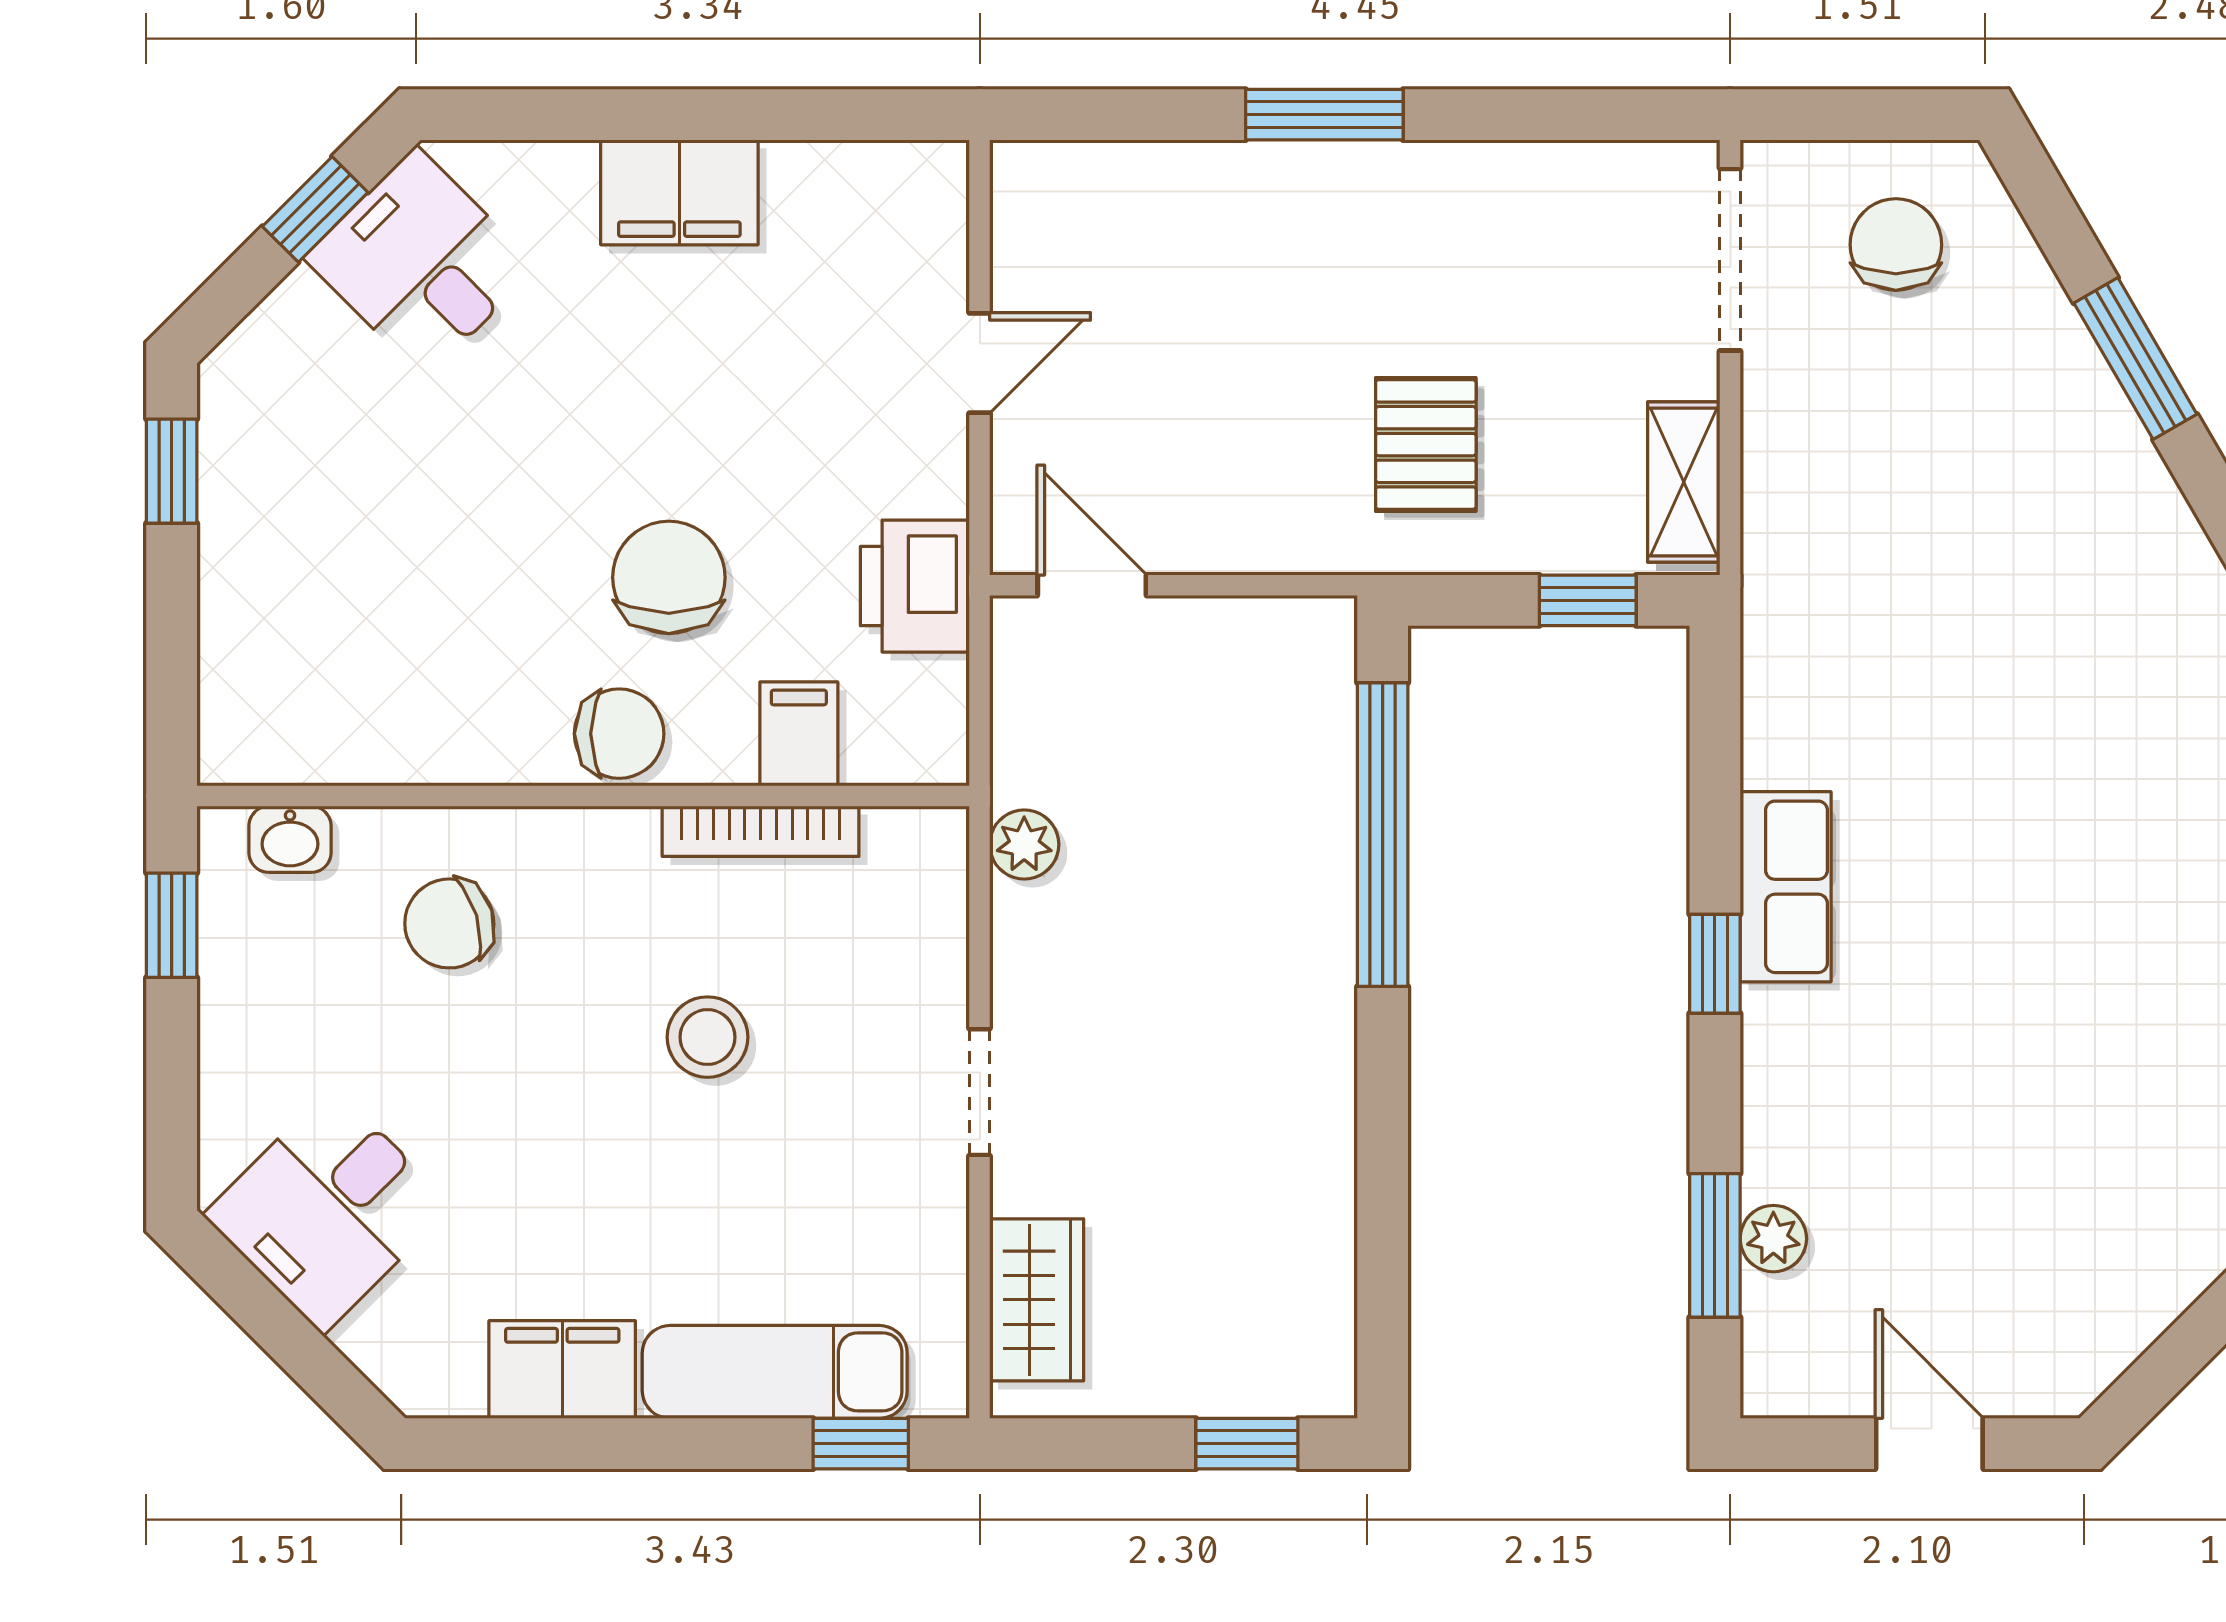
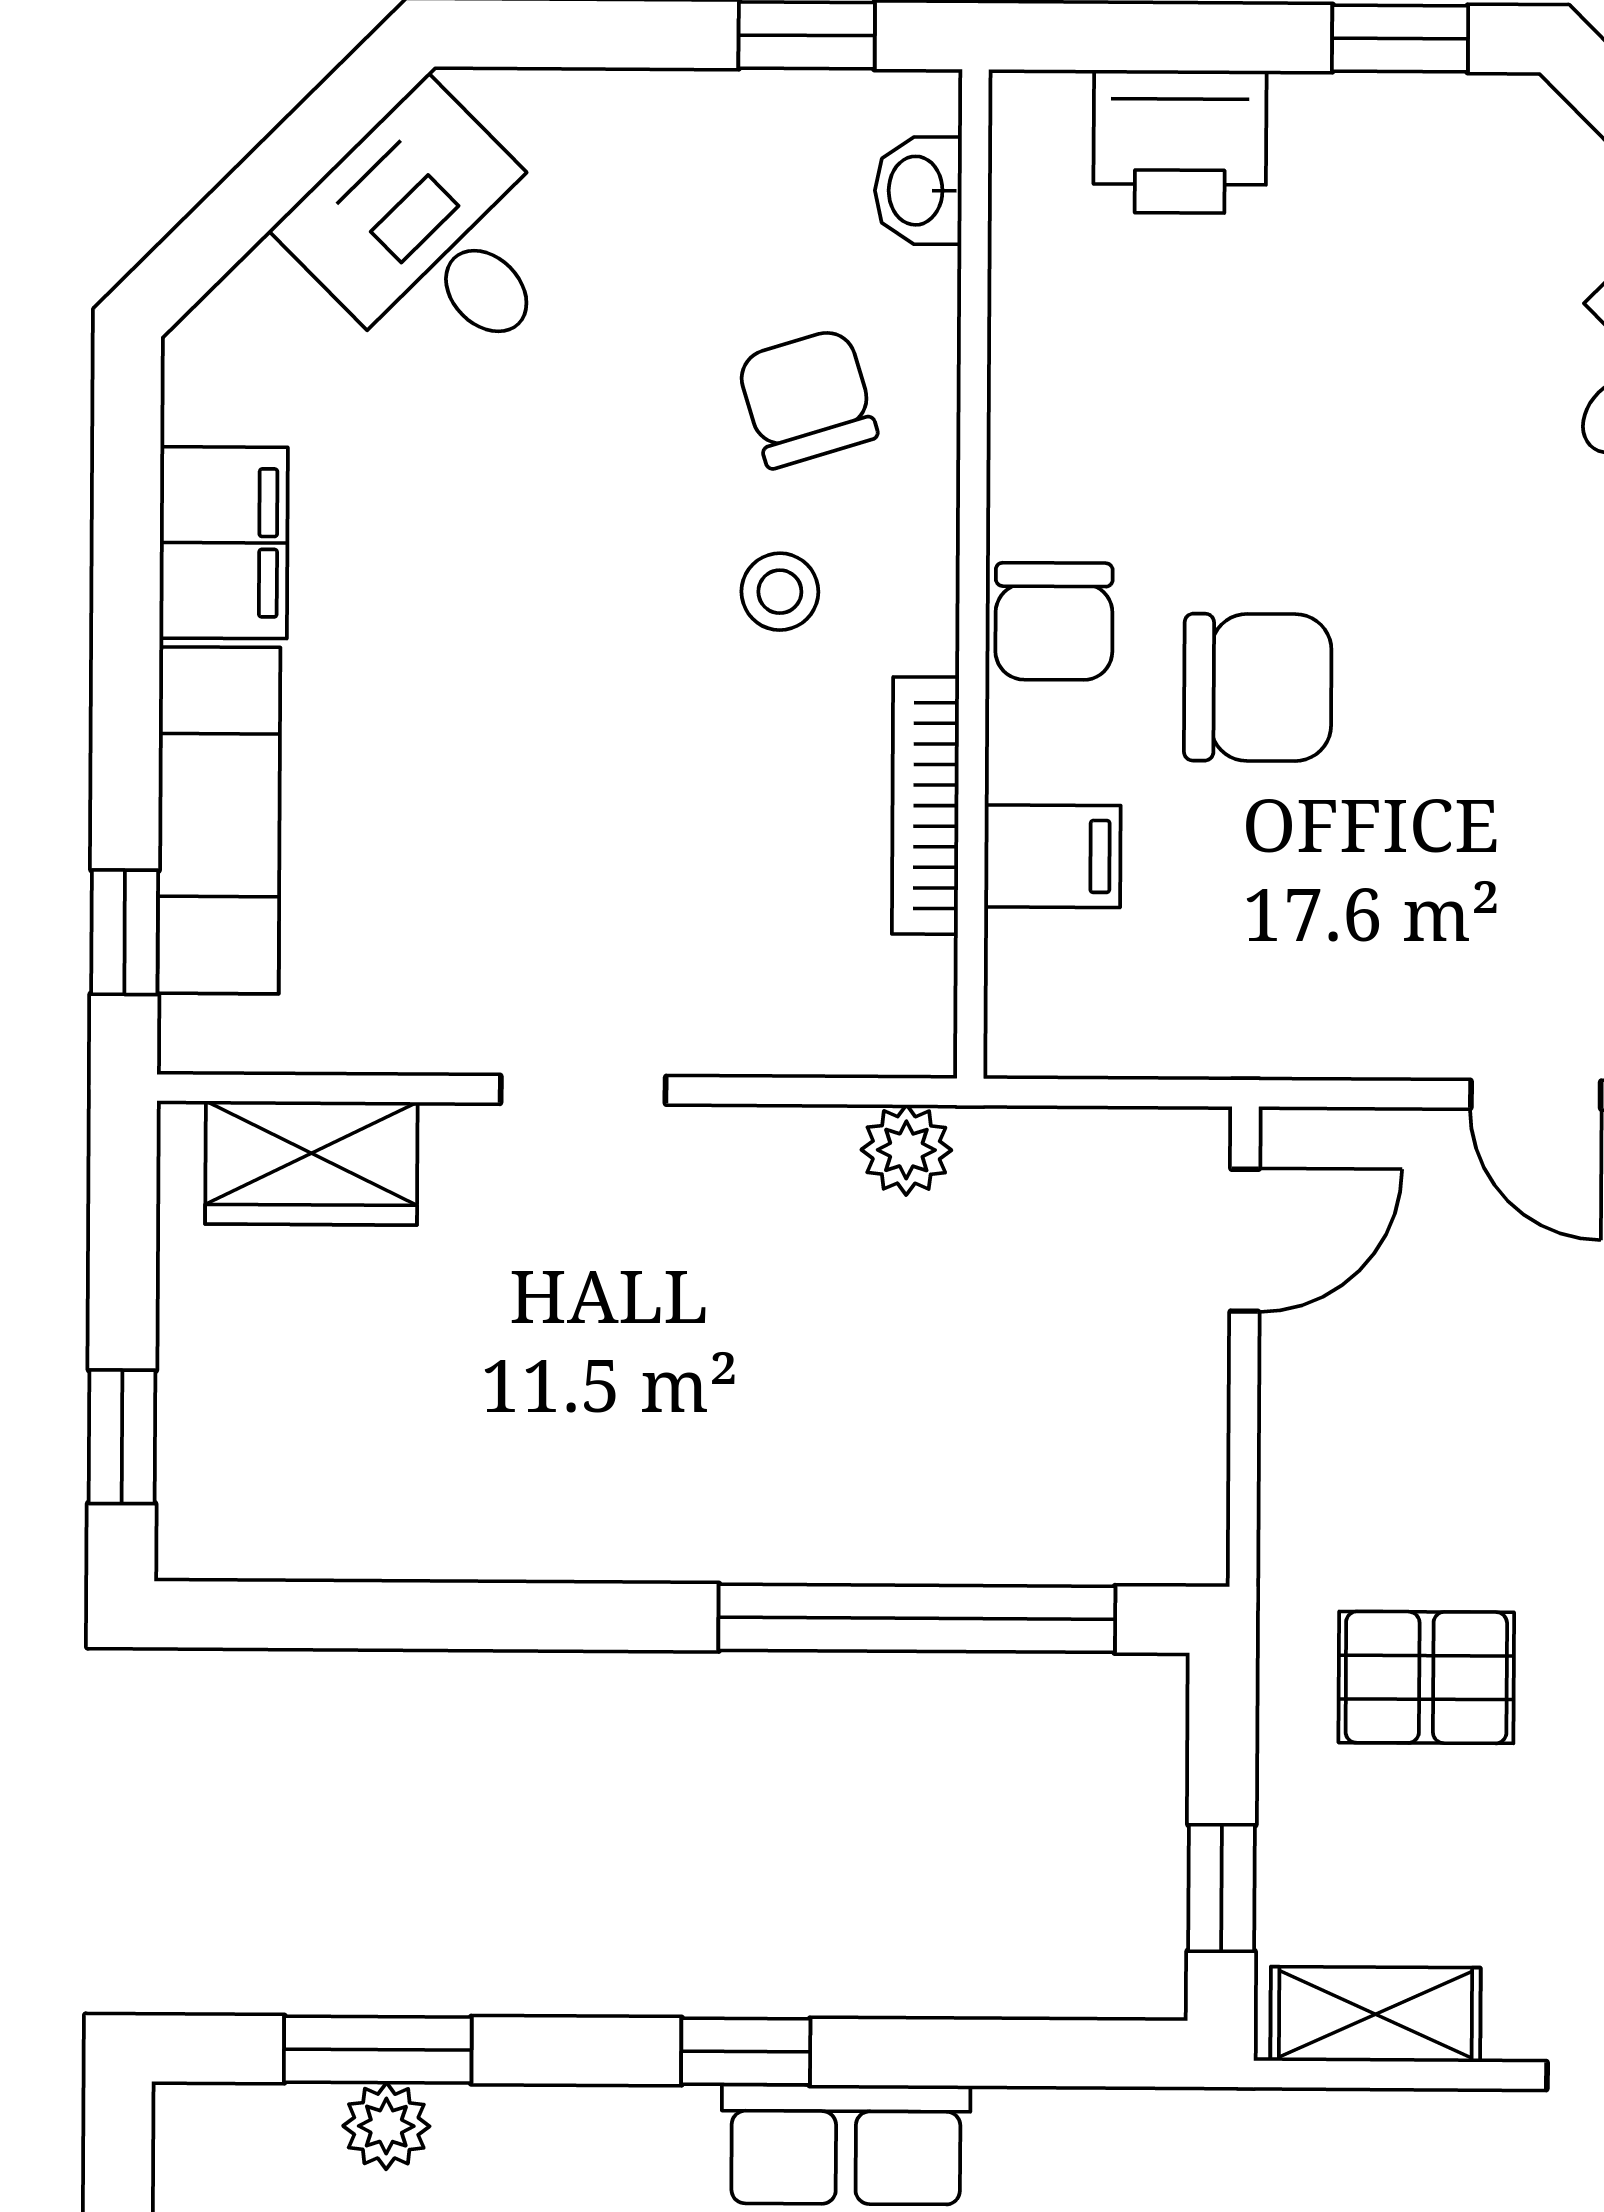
printer: (915, 586) -> (1180, 142), moved, turned 180
stool: (707, 1037) -> (780, 592), moved, width x0.73, depth x0.73

